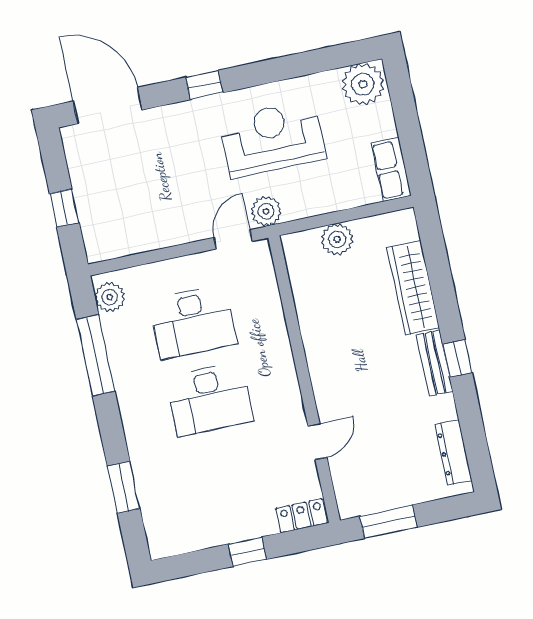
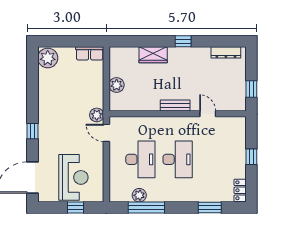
reception desk: (272, 139) -> (73, 177), moved, turned 180
wardrobe: (413, 287) -> (153, 55), width x0.67
plant: (110, 297) -> (139, 195), moved
bench: (435, 363) -> (175, 106), moved
locker: (302, 516) -> (240, 190), moved
window: (388, 522) -> (251, 89), width x0.67

